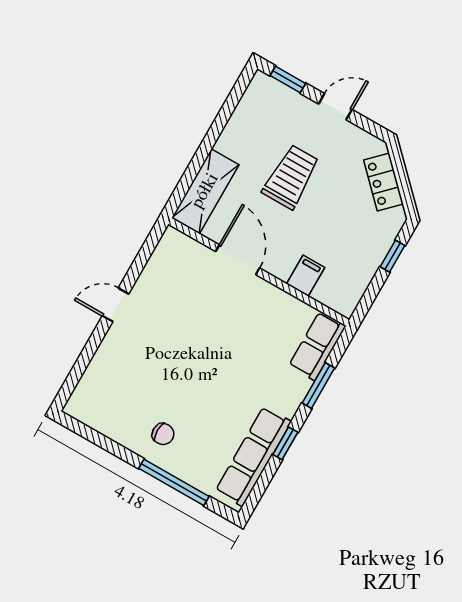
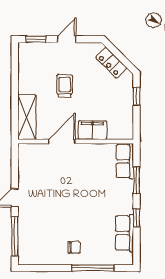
trolley: (291, 177) -> (65, 86), width x0.73, depth x0.72
door: (238, 260) -> (62, 141), hinge flipped
filing cabinet: (306, 276) -> (92, 130), width x2.00
window: (82, 364) -> (15, 236), added
row of seats: (253, 456) -> (124, 233), width x0.68

